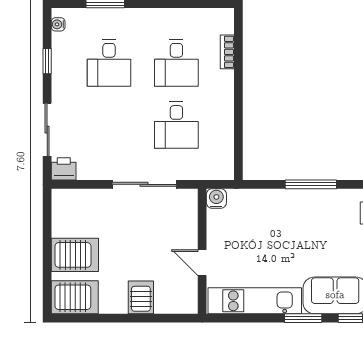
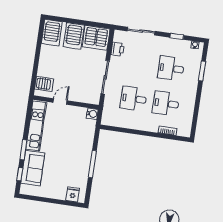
printer: (64, 169) -> (118, 49), moved
server rack: (72, 212) -> (96, 38), added
server rack: (141, 297) -> (44, 84), moved

